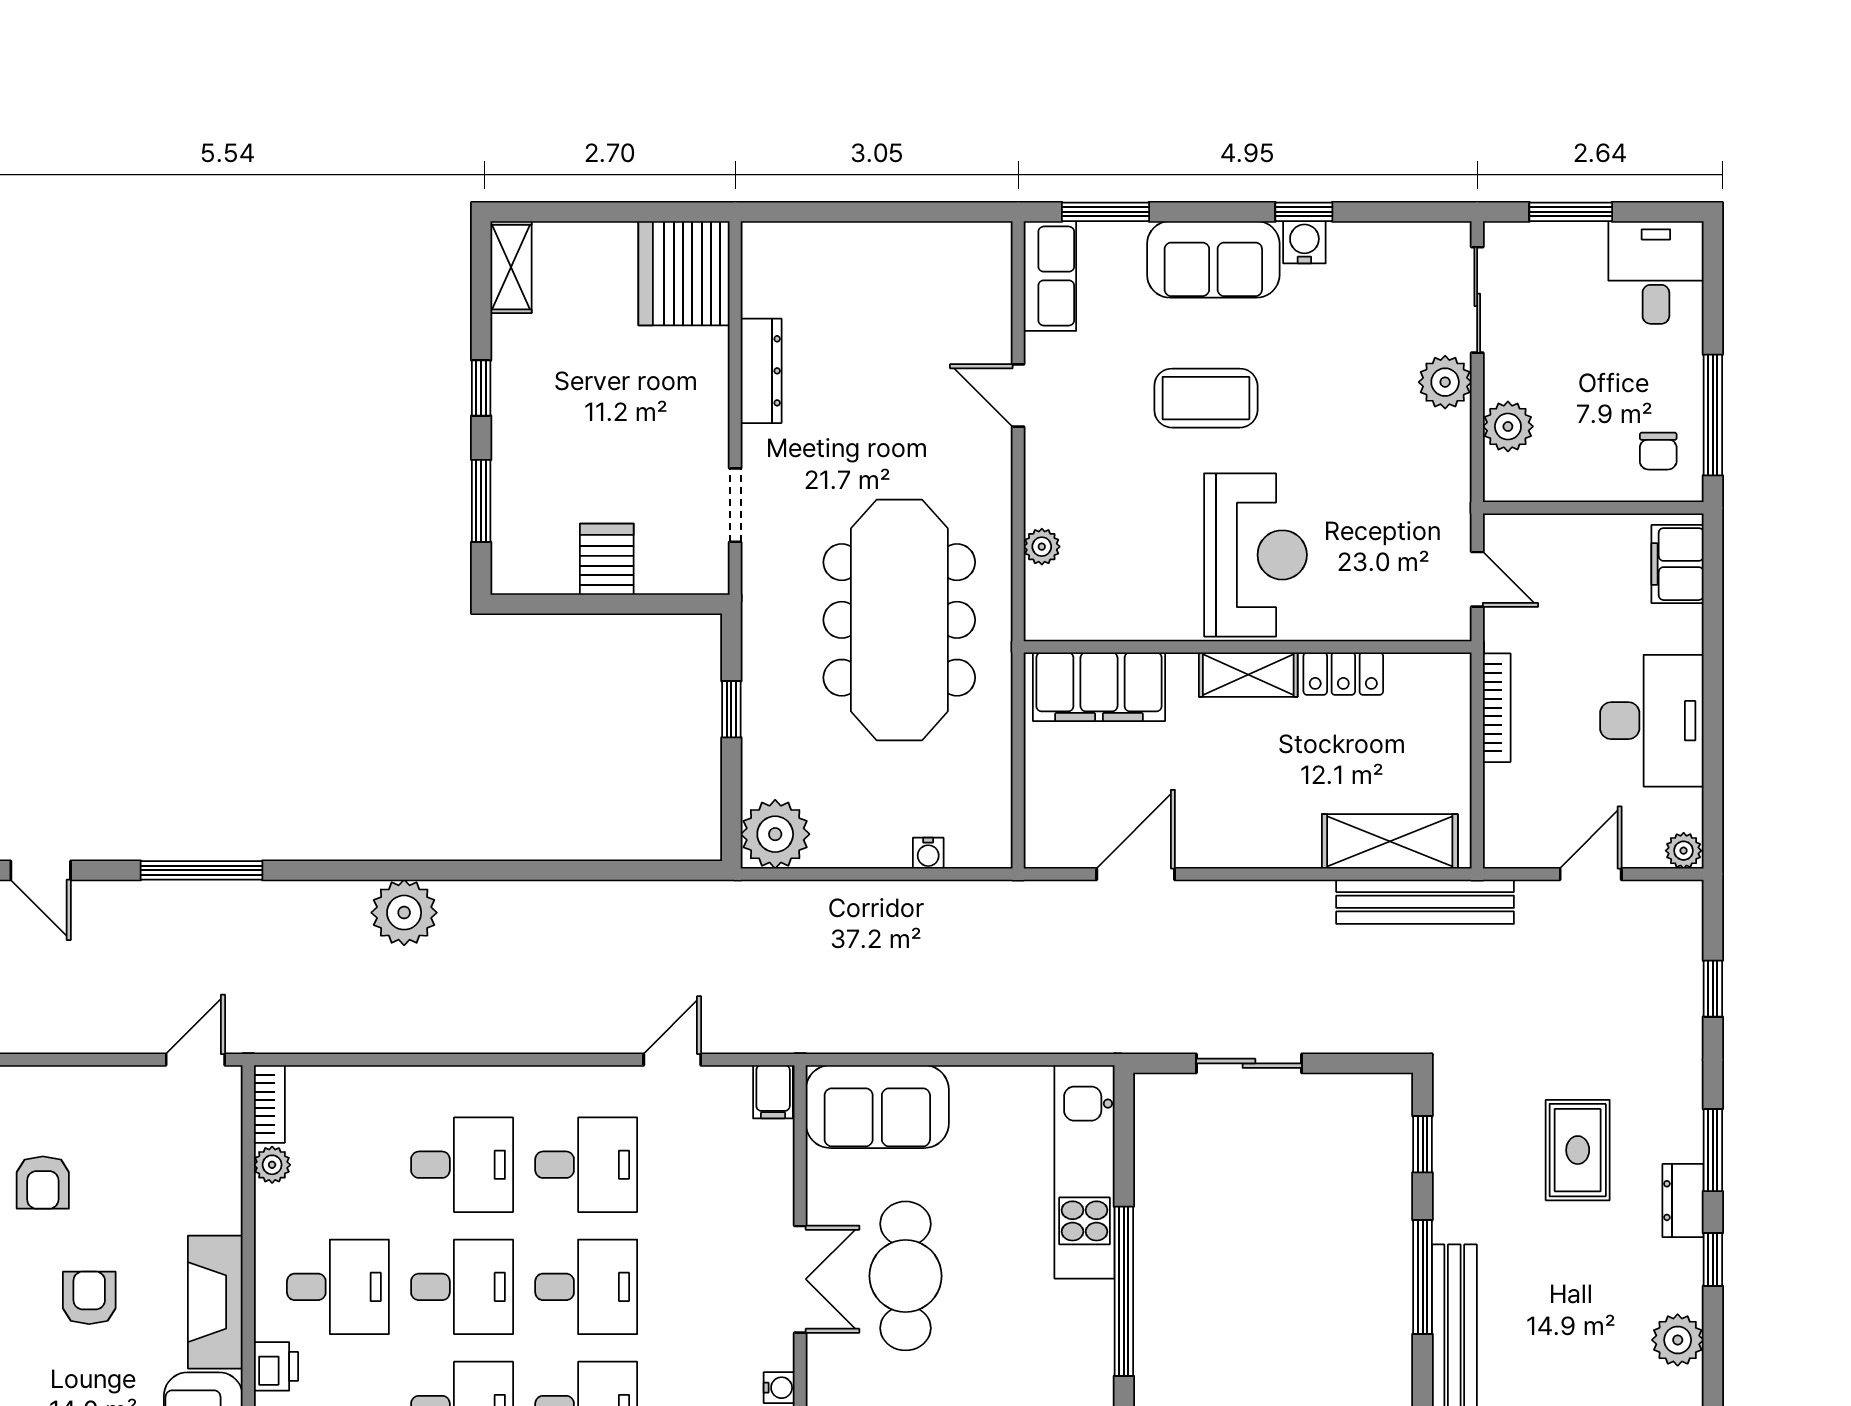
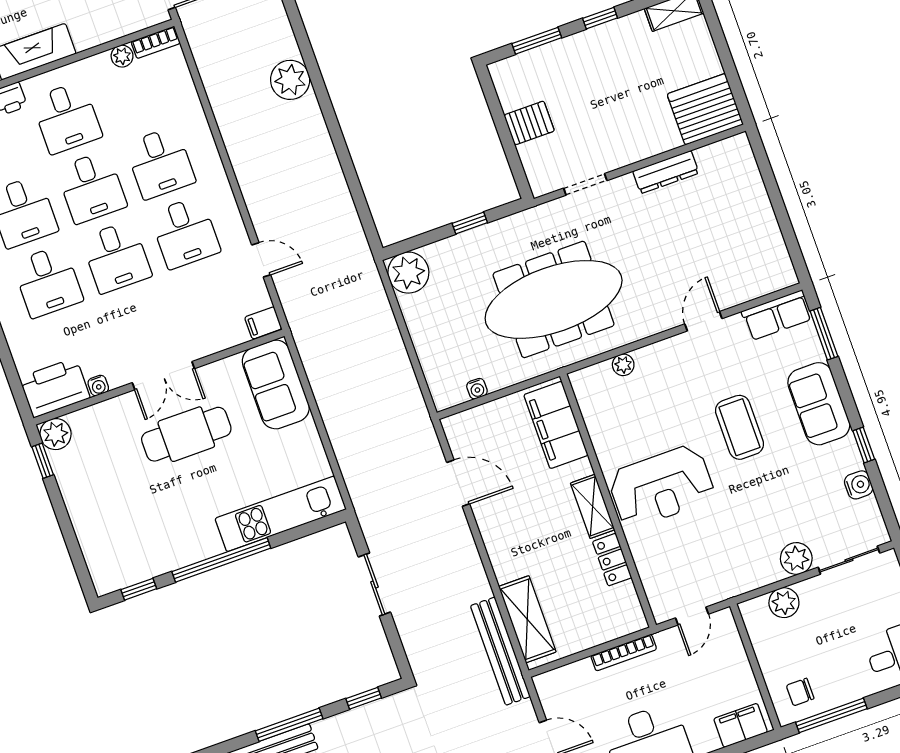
water cooler: (1304, 242) -> (859, 485), moved
water cooler: (928, 853) -> (477, 389), moved, turned -90

